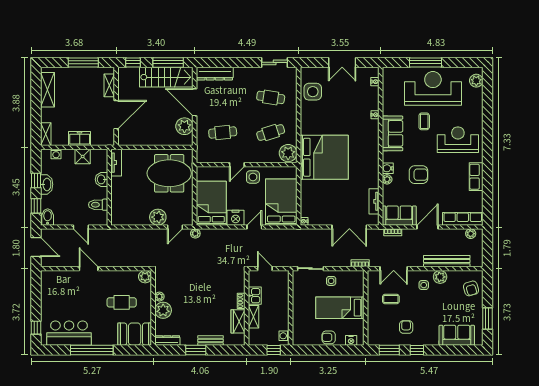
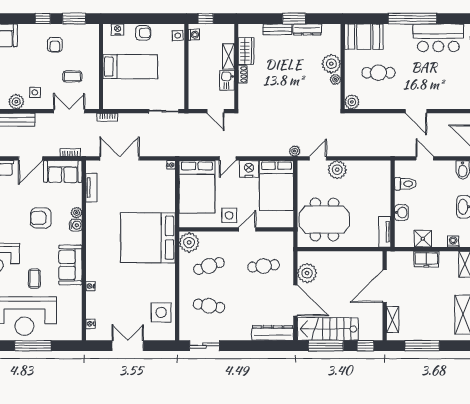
side table: (331, 281) -> (178, 36), moved
dresser: (167, 340) -> (307, 29), moved

